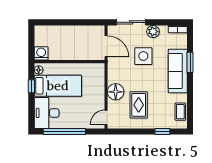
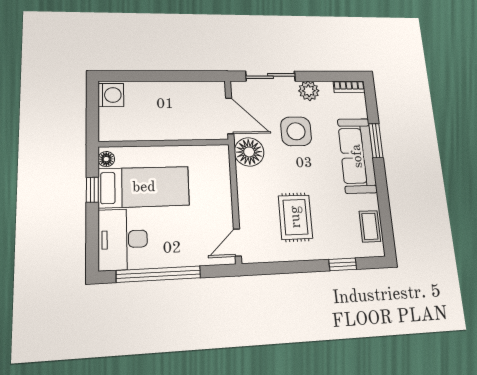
washing machine: (41, 53) -> (111, 95), moved, turned 90
floor lamp: (116, 92) -> (249, 152), moved

